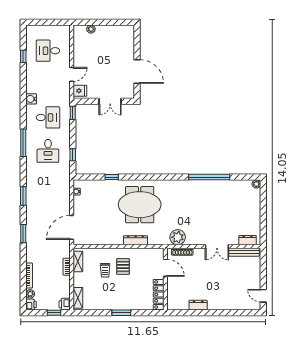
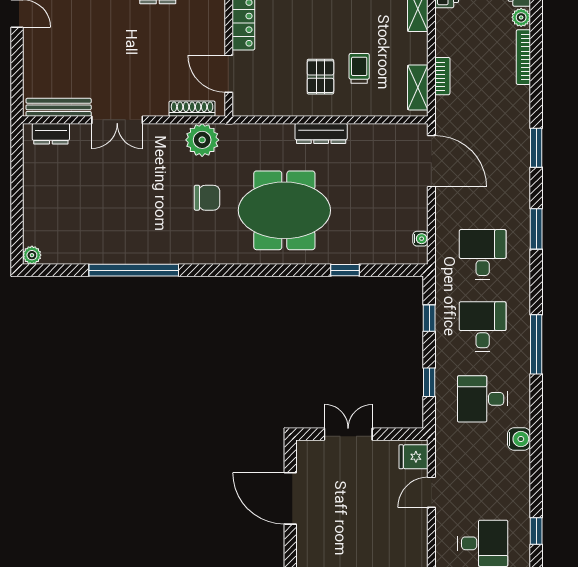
window: (73, 113) -> (429, 382), moved
desk: (48, 184) -> (483, 255), added
chair: (175, 210) -> (207, 198), added
door: (72, 227) -> (431, 161), hinge flipped
dresser: (136, 240) -> (321, 133), moved
double door: (217, 246) -> (117, 120), swing flipped

